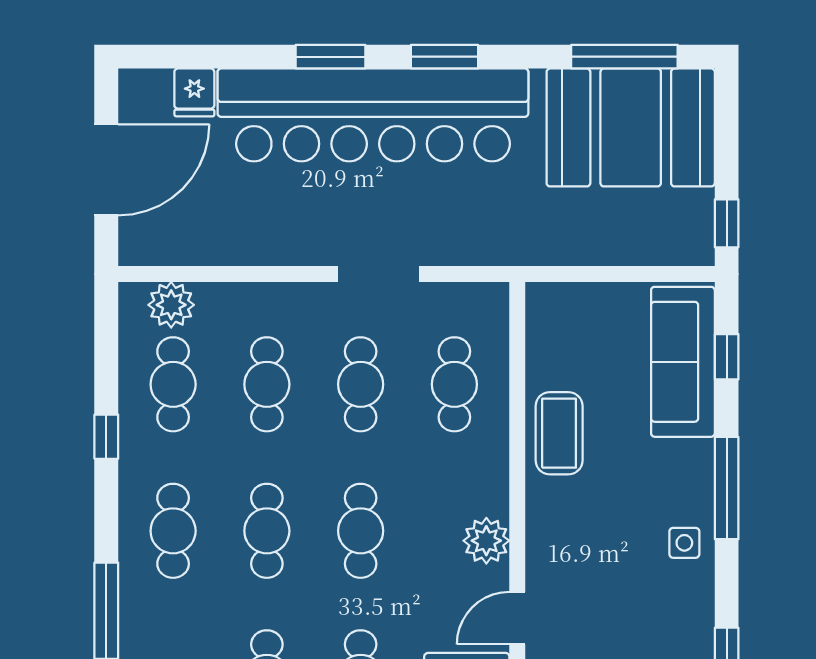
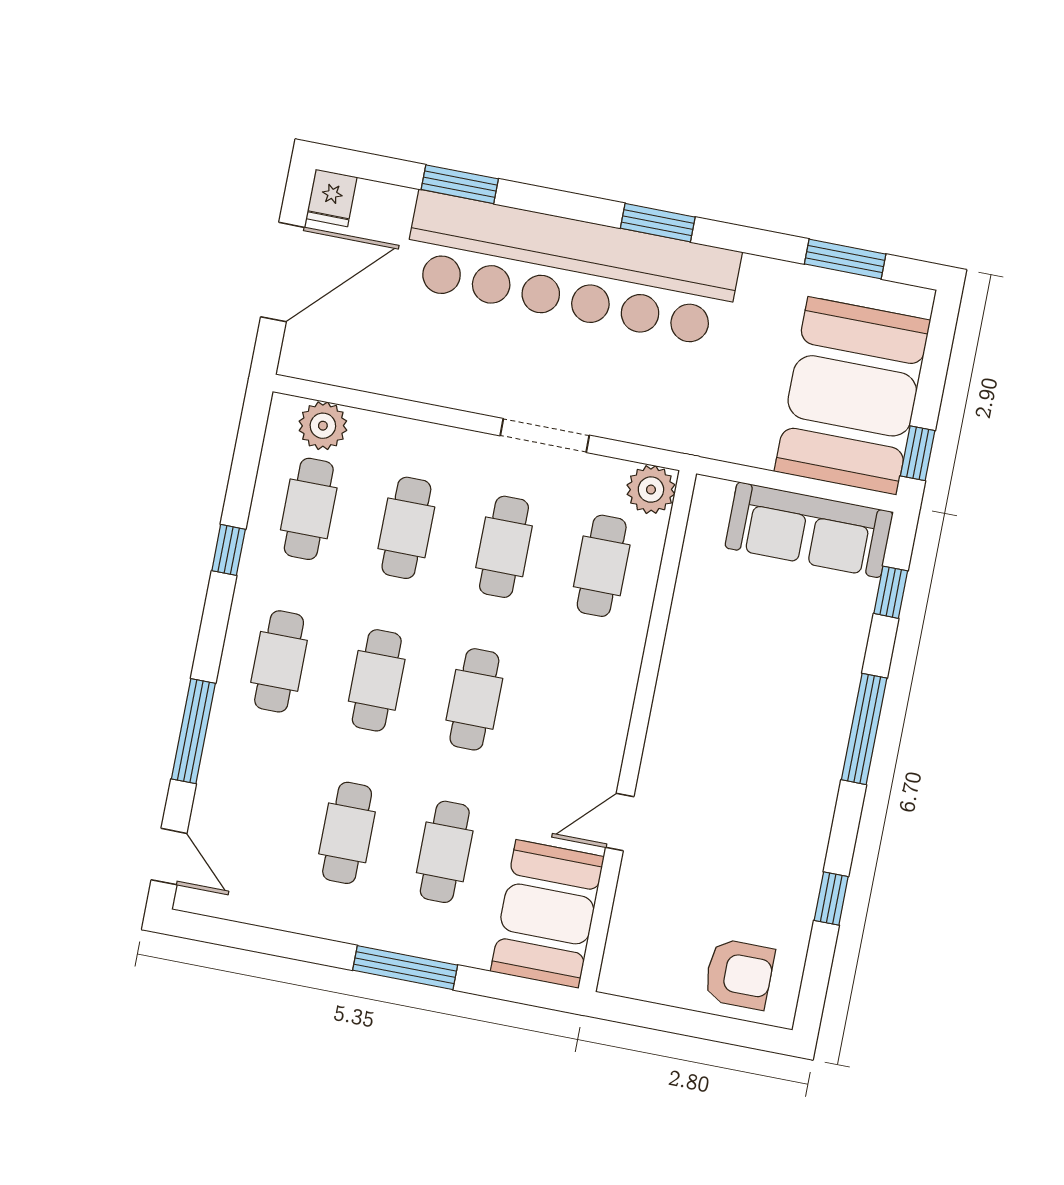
window: (331, 57) -> (460, 184), moved
window: (624, 57) -> (845, 259), width x0.69
fridge: (194, 92) -> (332, 198), moved
booth: (631, 127) -> (852, 396), moved, turned 90
sofa: (683, 362) -> (809, 530), moved, turned -90
coffee table: (559, 433) -> (701, 638), removed
plant: (486, 541) -> (651, 490), moved
side table: (684, 543) -> (809, 777), removed

